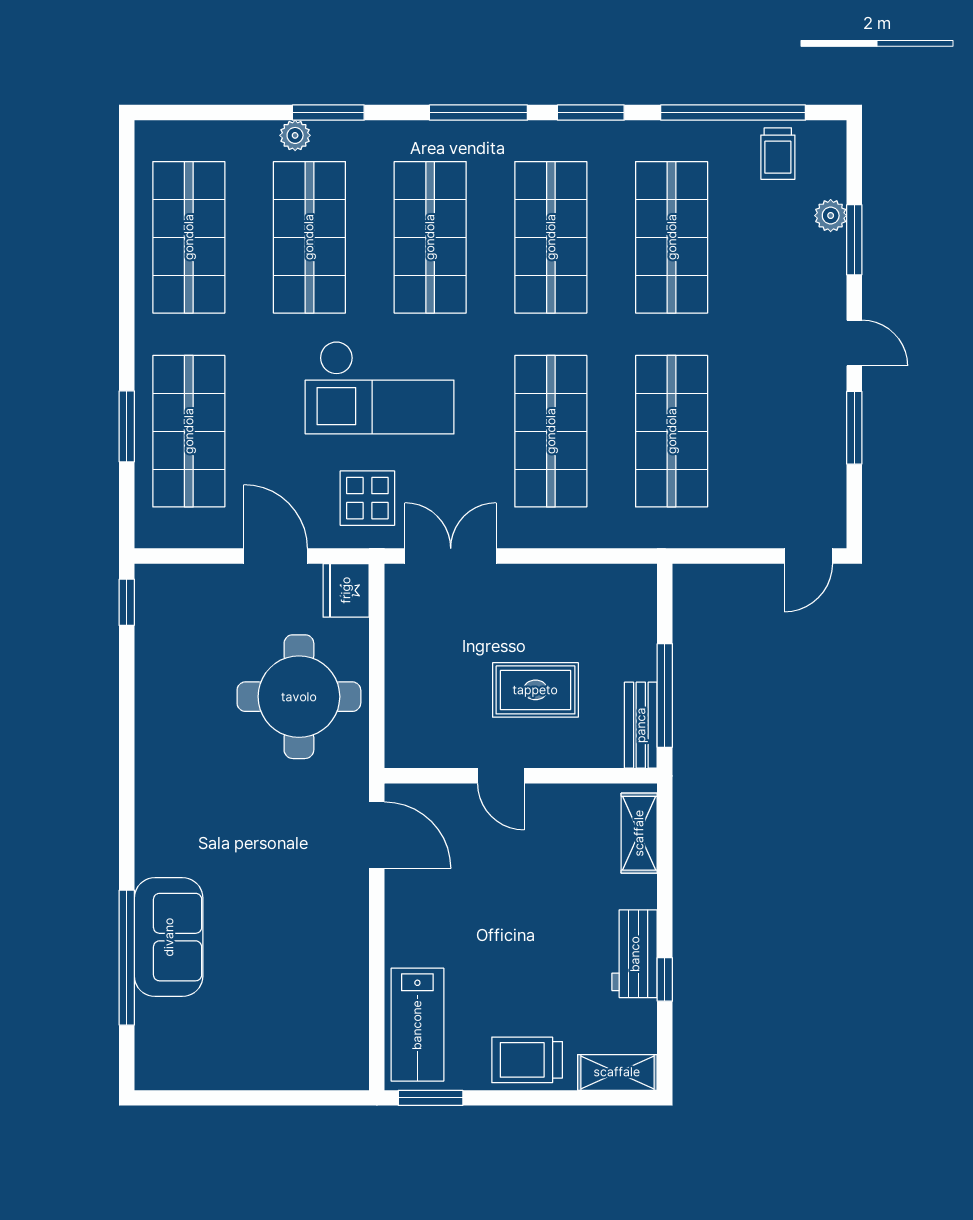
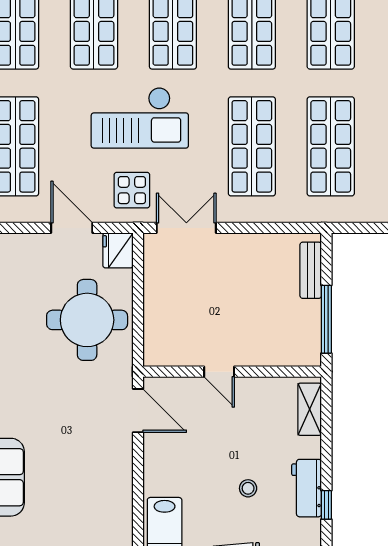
rug: (535, 690) -> (242, 316), removed
bench: (641, 725) -> (311, 270), moved
stool: (545, 954) -> (248, 488), added

